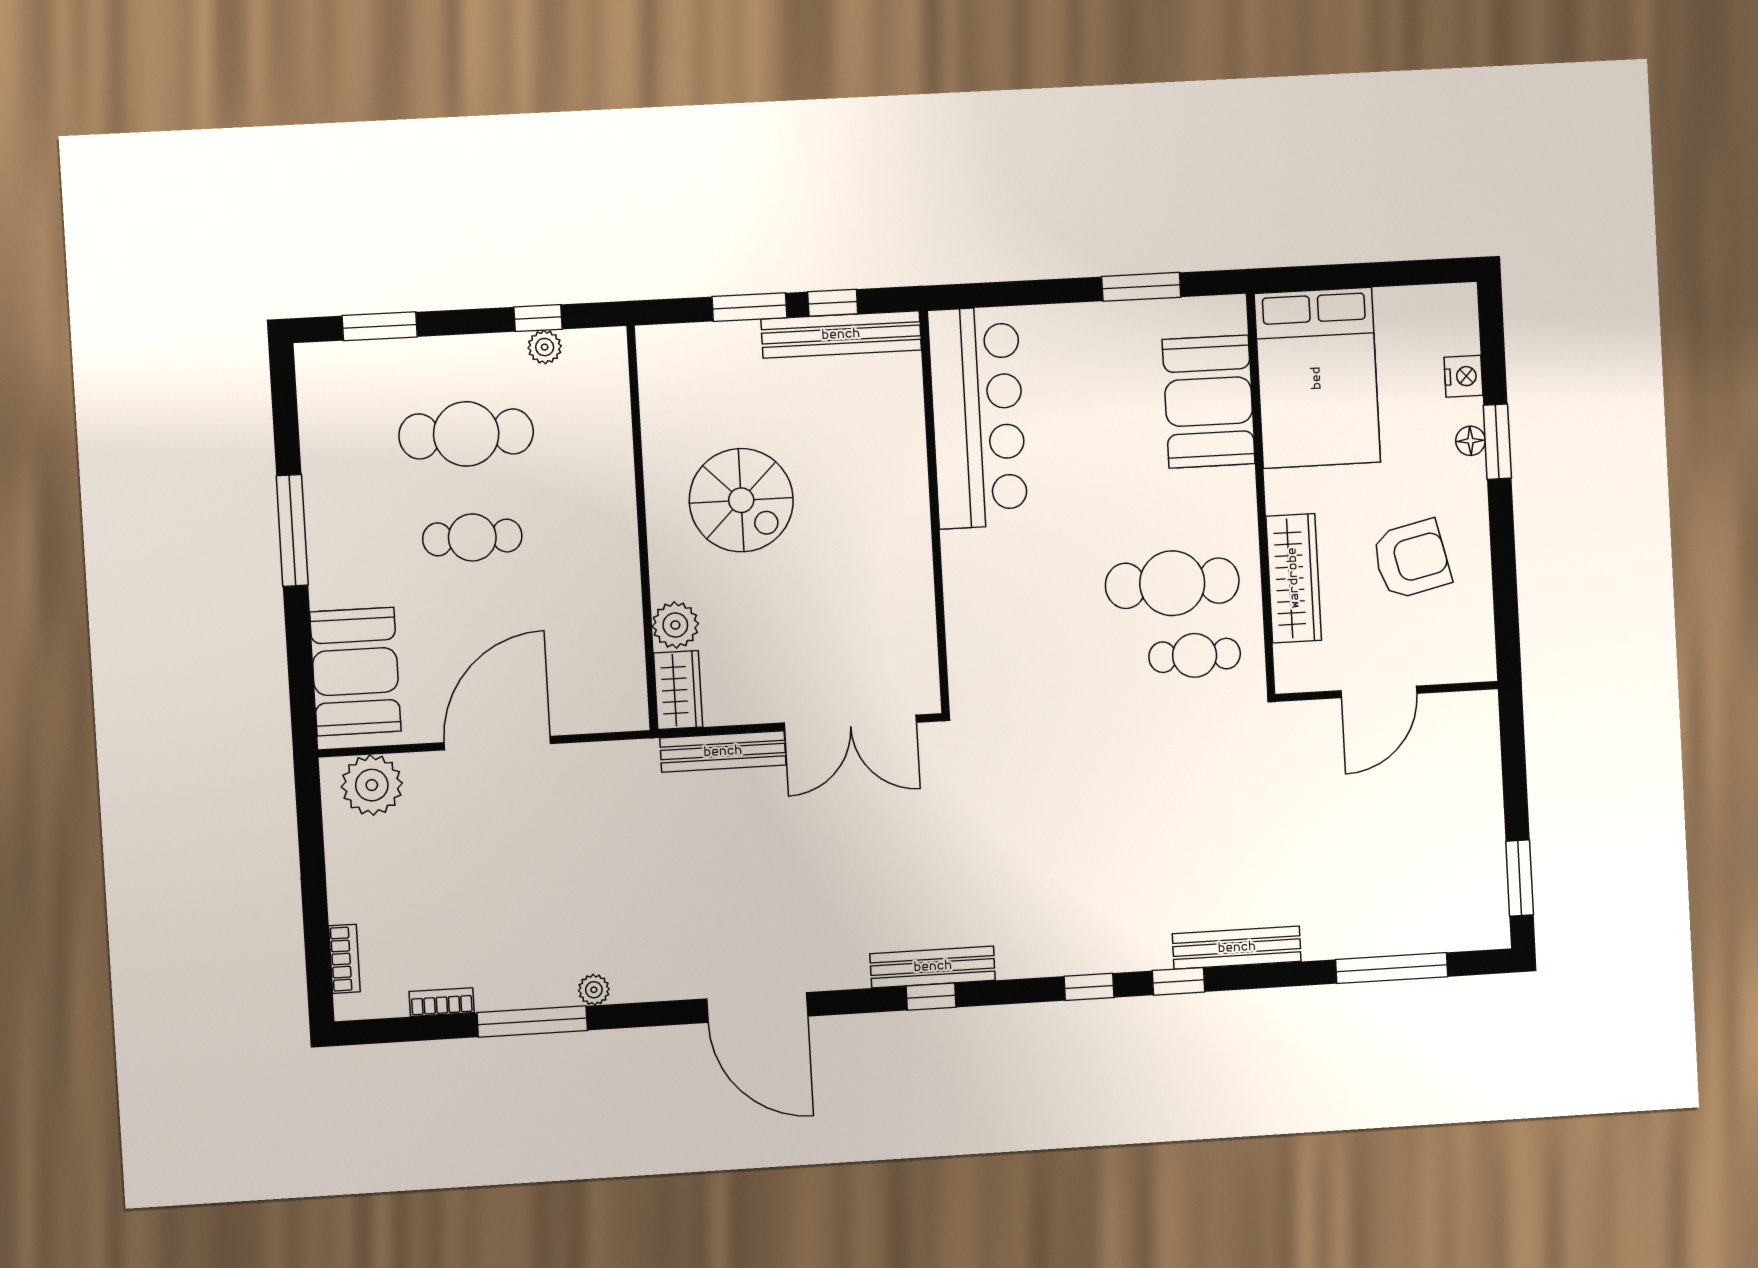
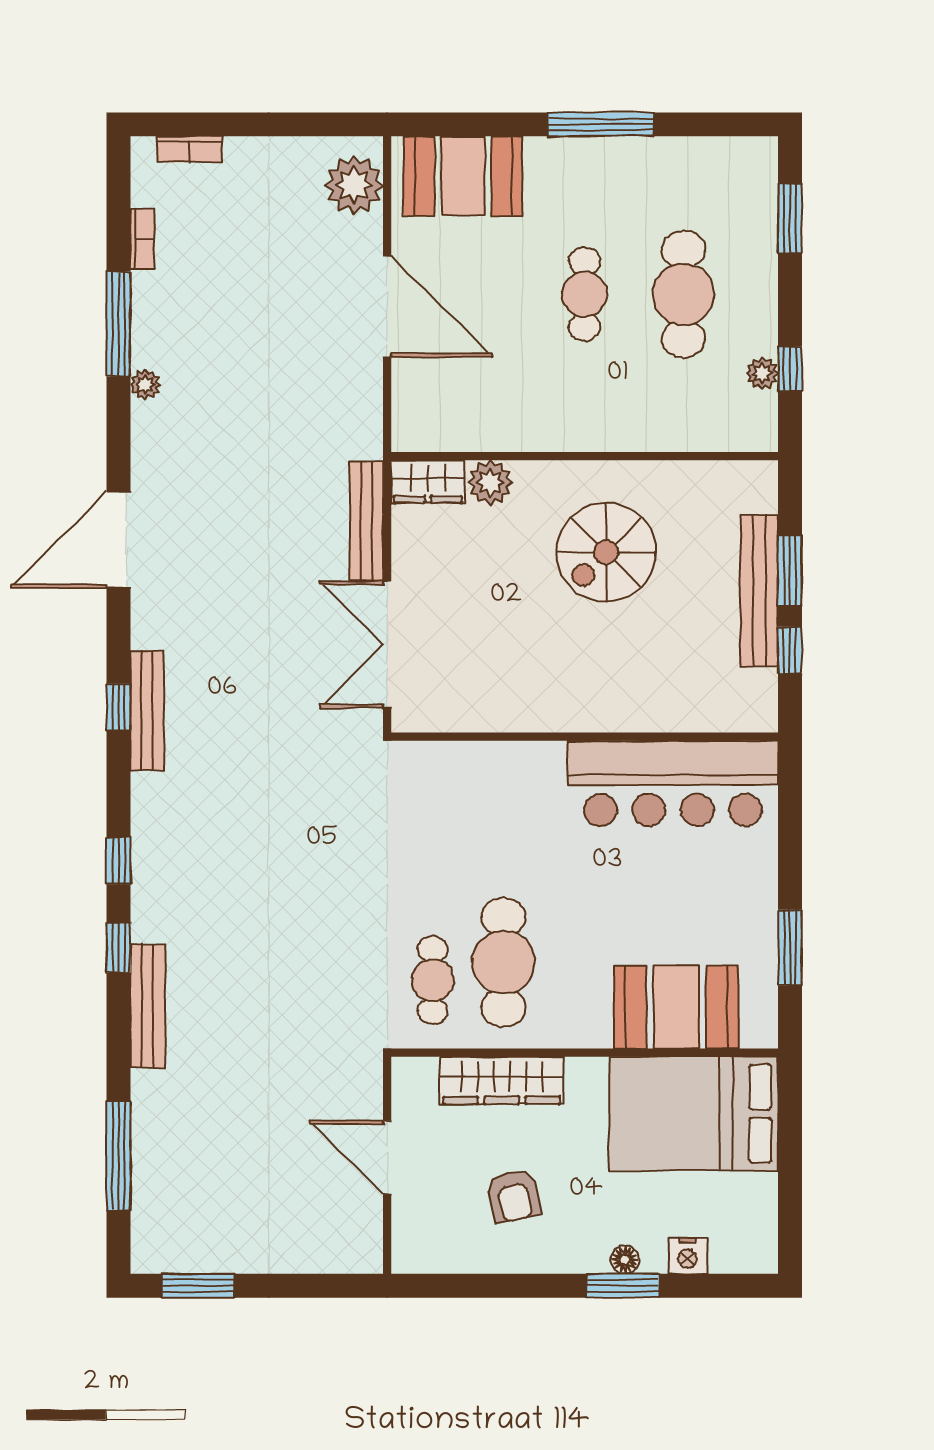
bench: (841, 335) -> (759, 591), moved
armchair: (1411, 559) -> (514, 1196), width x0.72, depth x0.72

